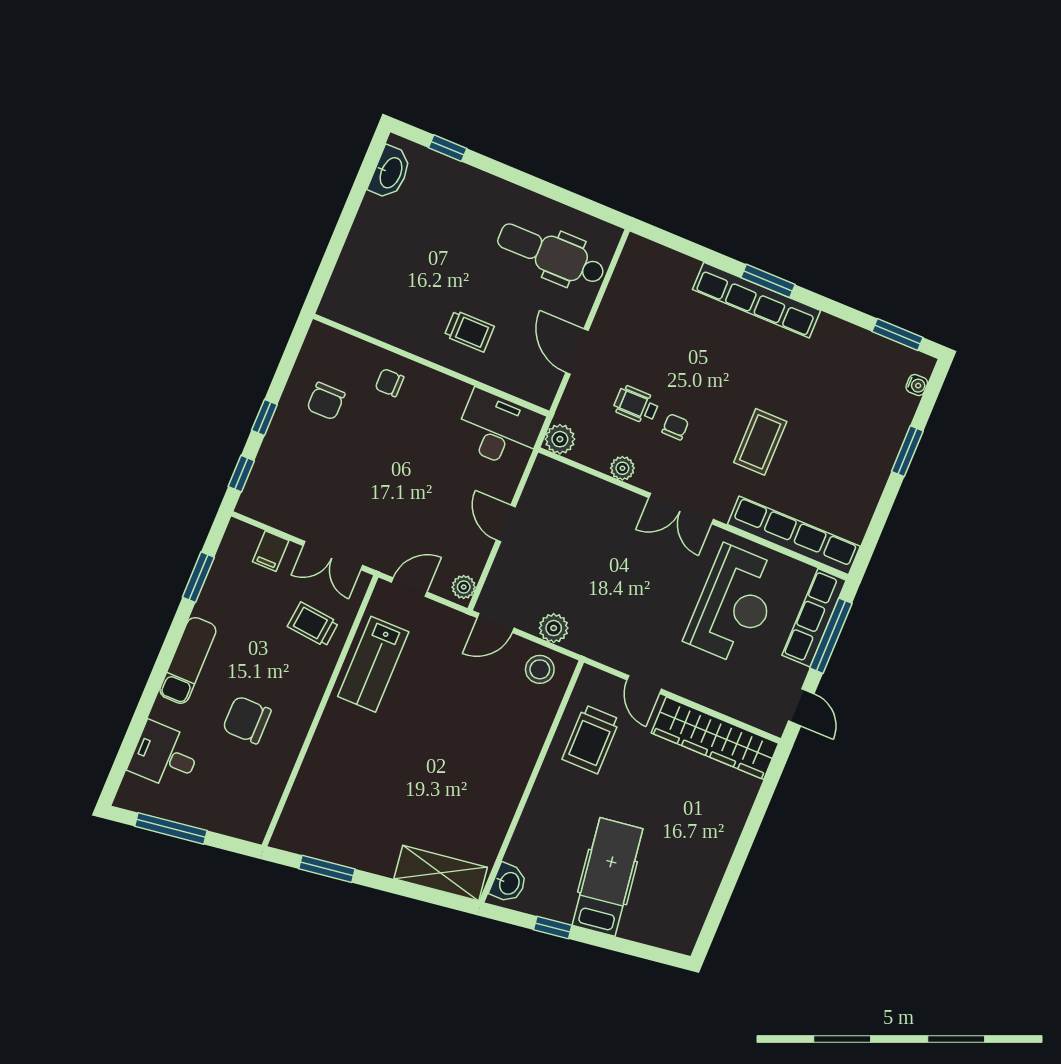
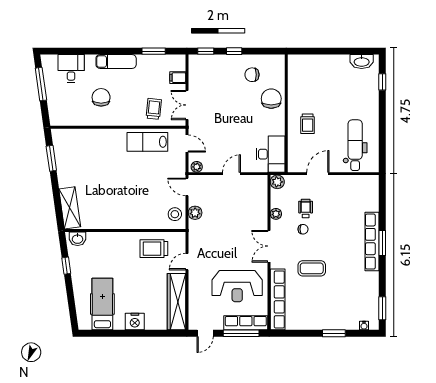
chair: (389, 383) -> (271, 99), width x1.87, depth x1.87
nightstand: (720, 837) -> (135, 321), added
hospital bed: (608, 877) -> (102, 304), moved, turned -82

